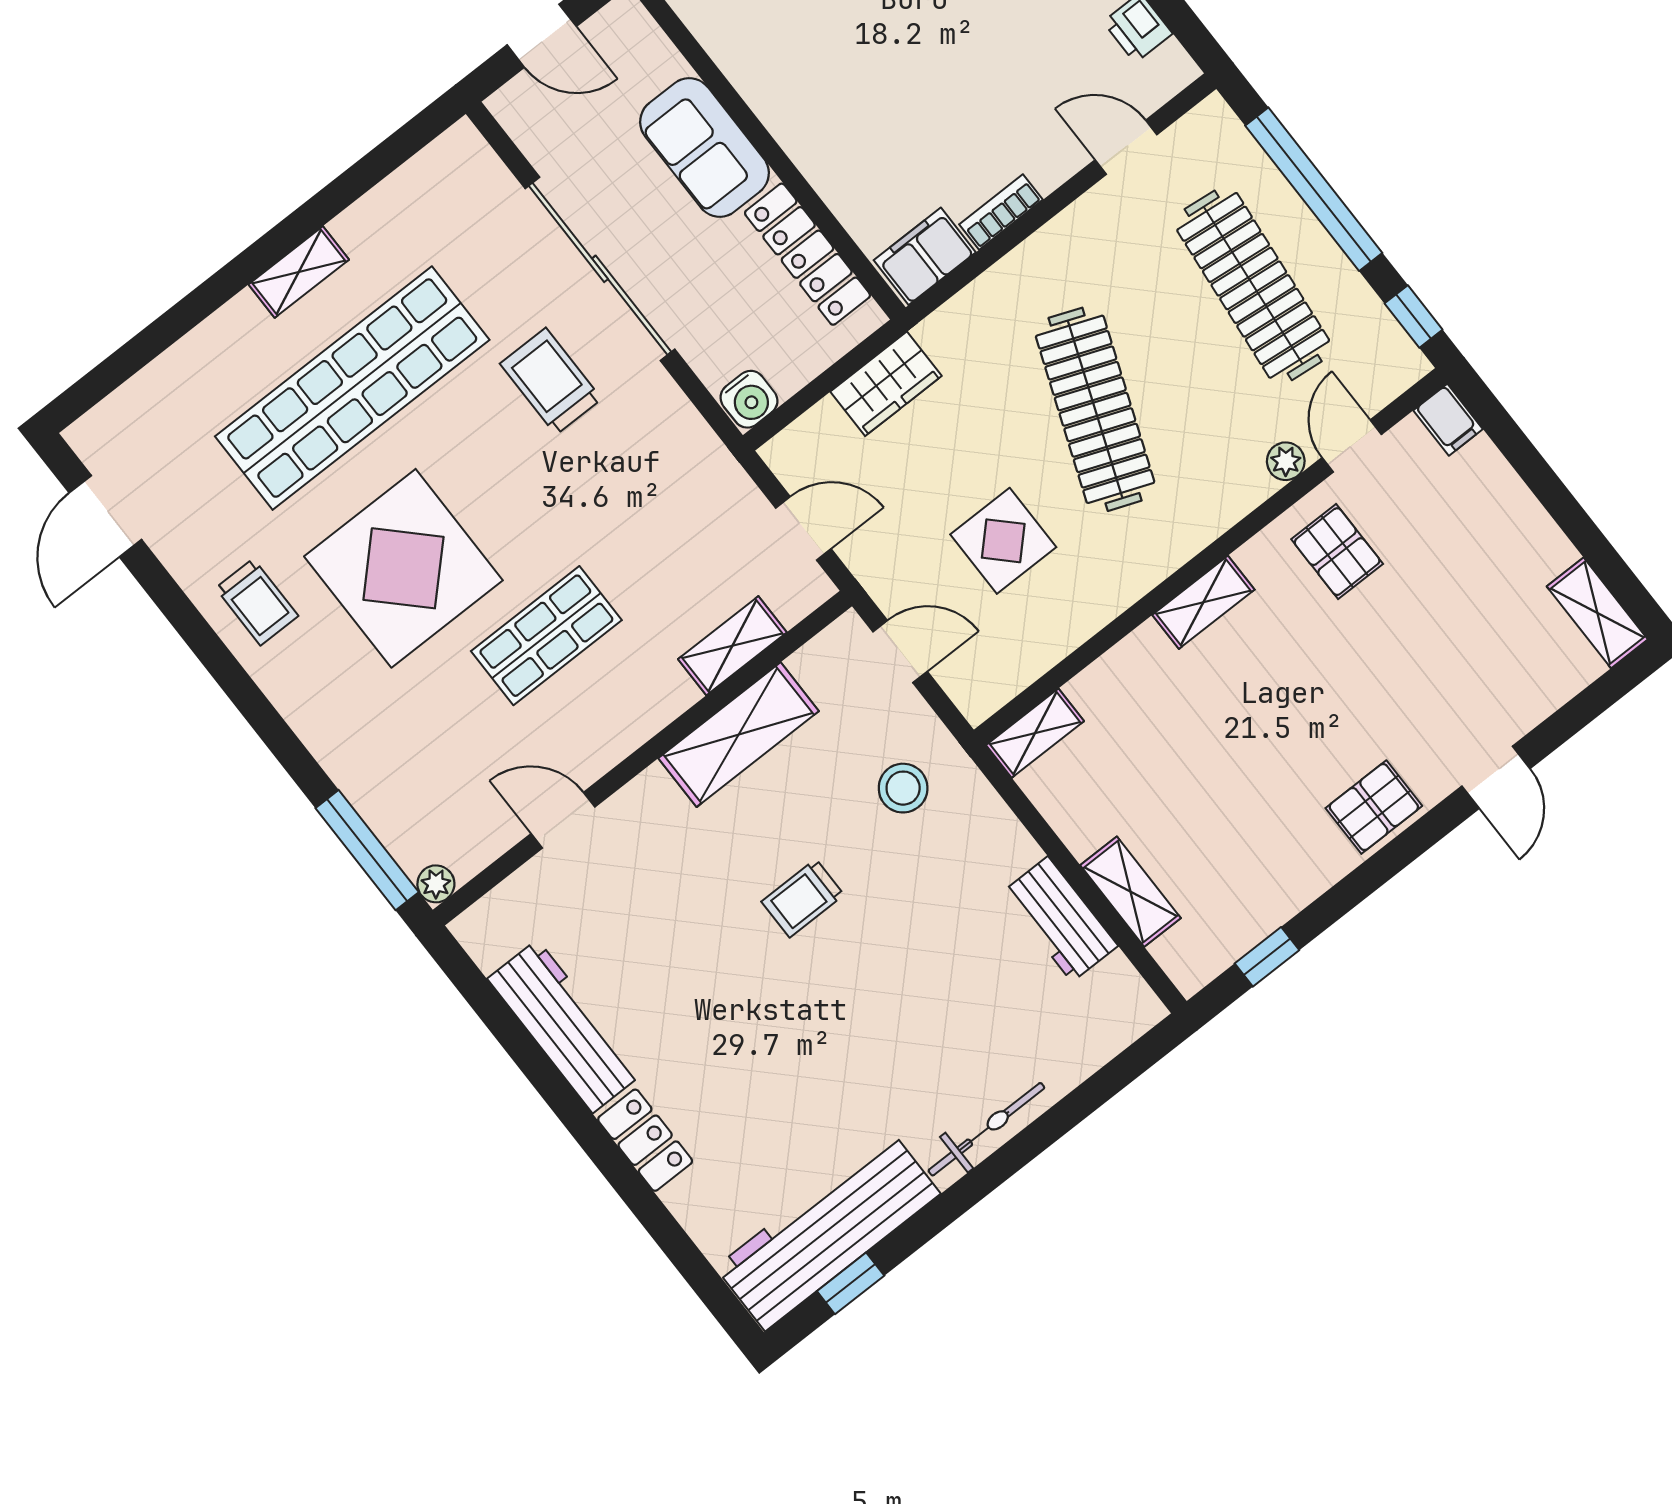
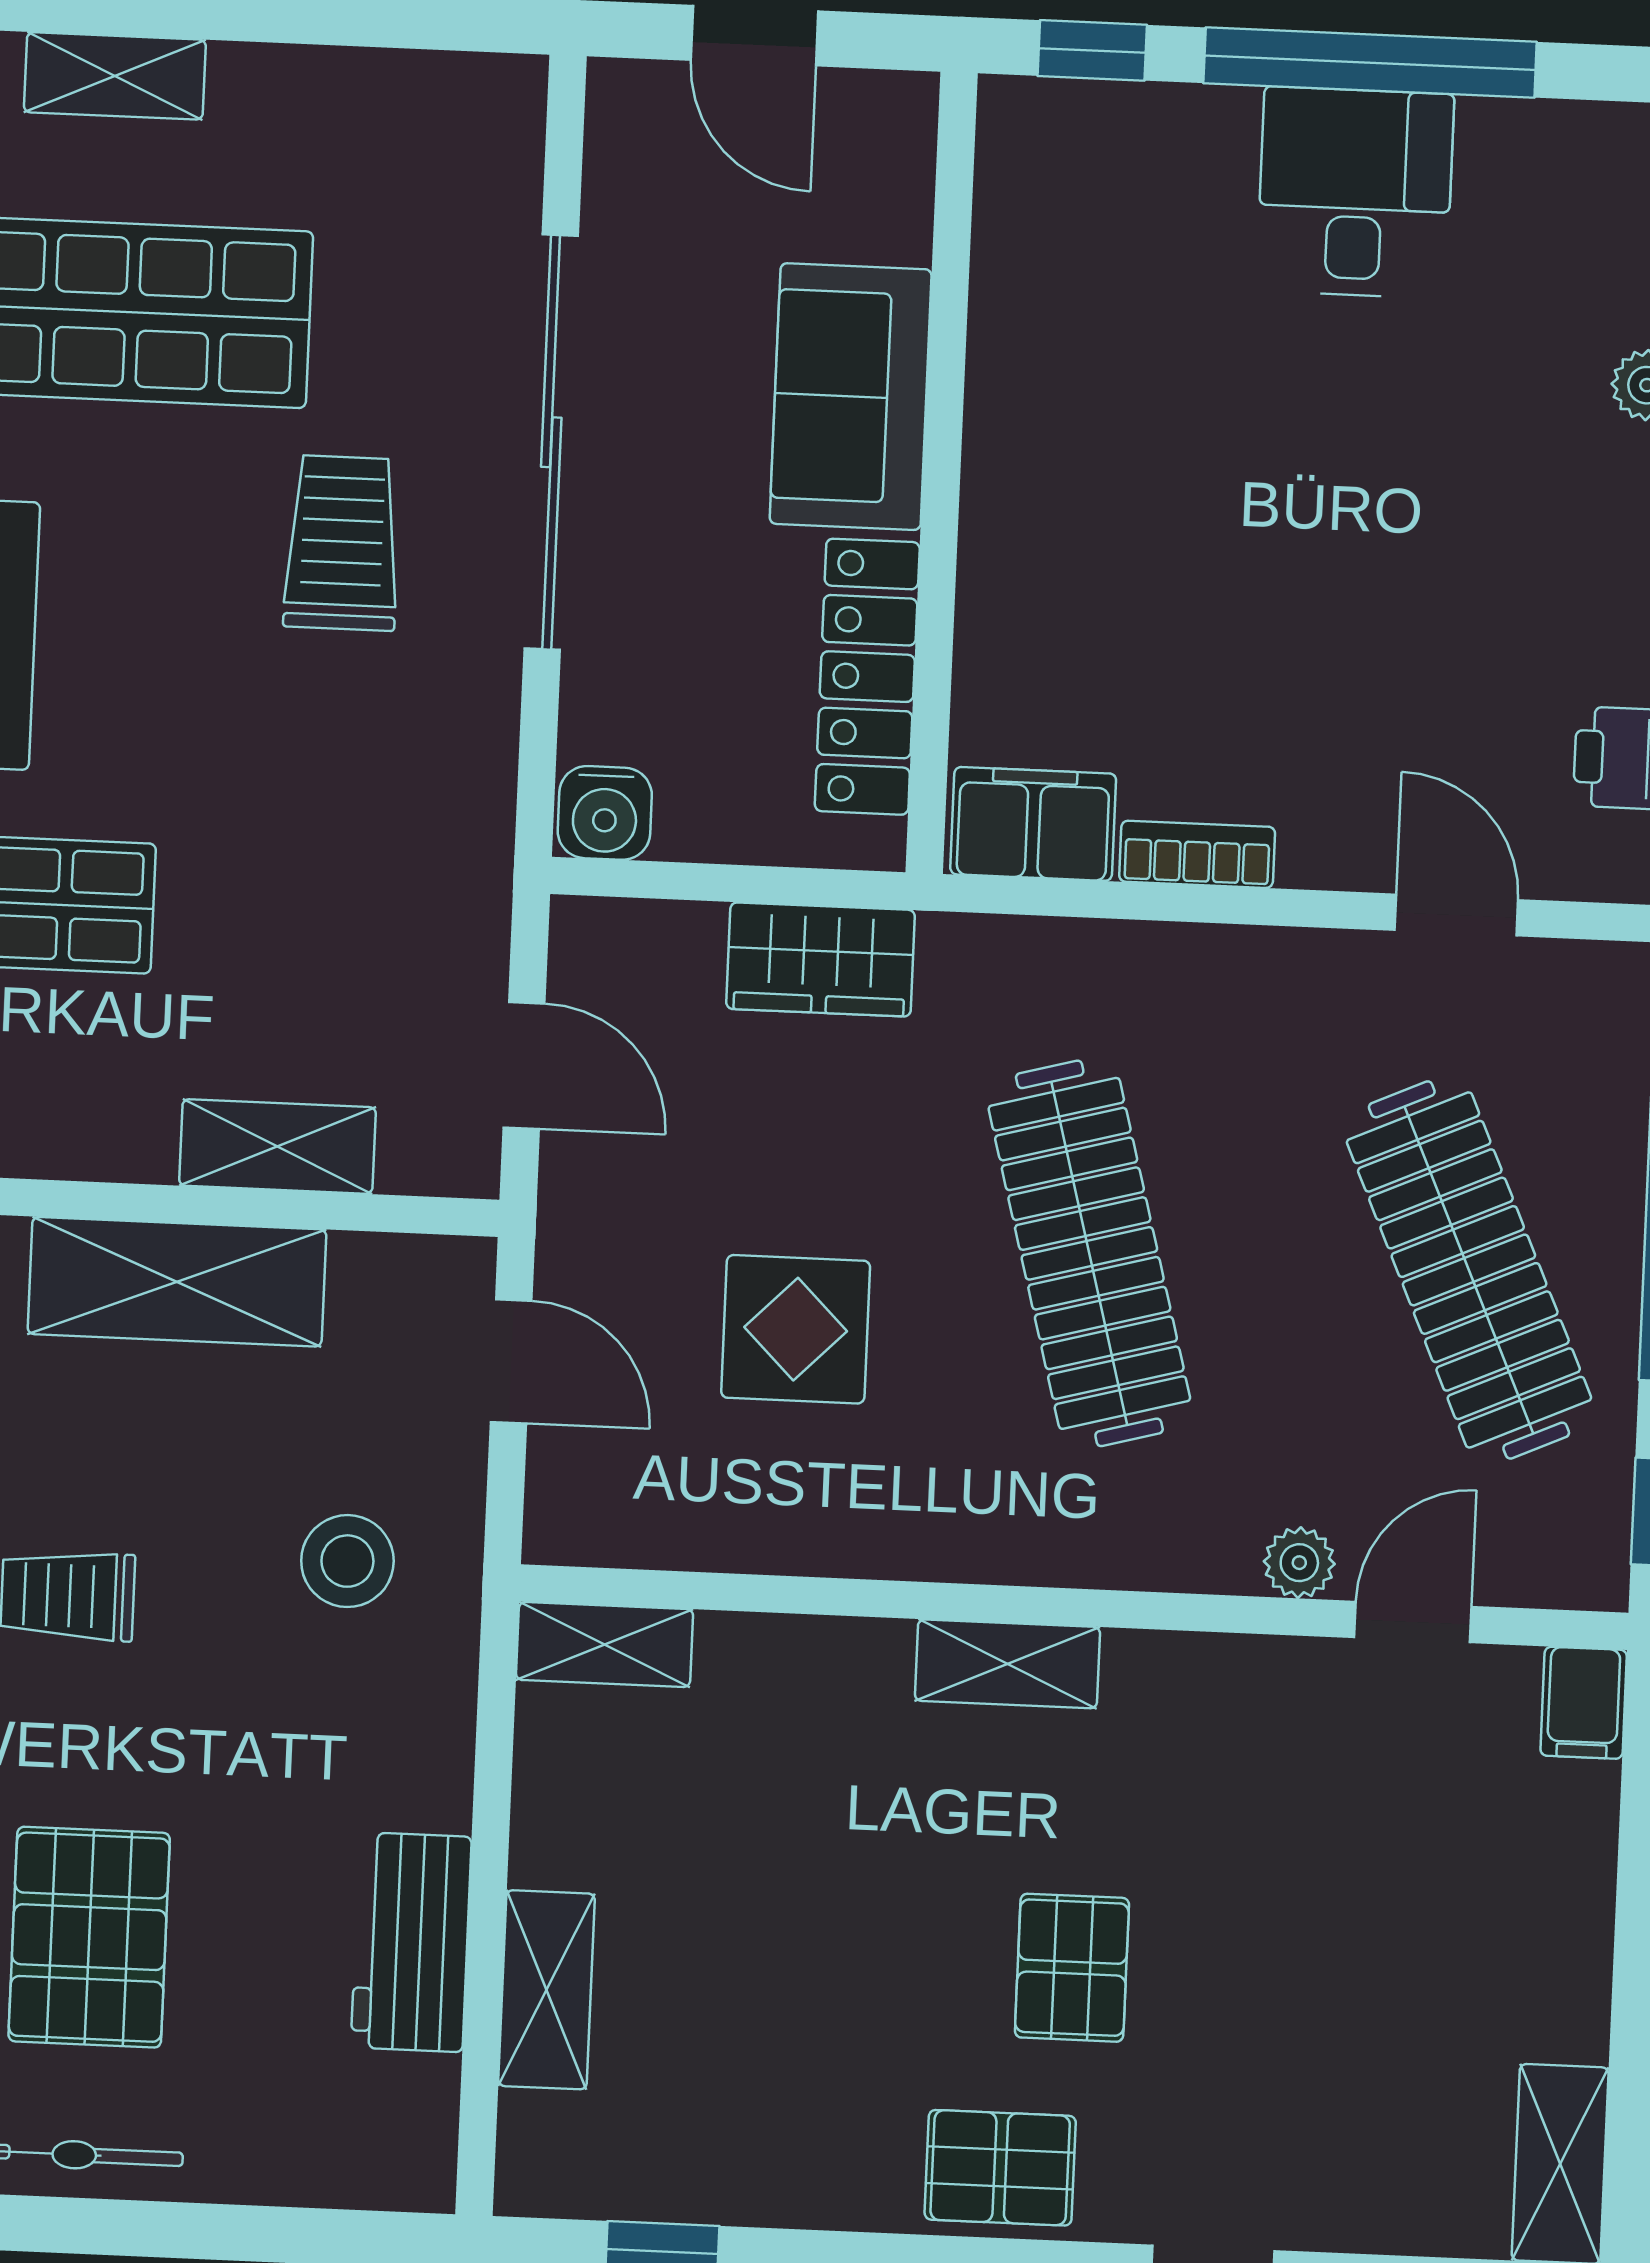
clothes rail: (1253, 285) -> (1469, 1270), turned -30
clothes rail: (1095, 409) -> (1089, 1253), turned -36
pallet: (1337, 552) -> (1072, 1968), moved
pallet: (929, 1028) -> (89, 1937), added

